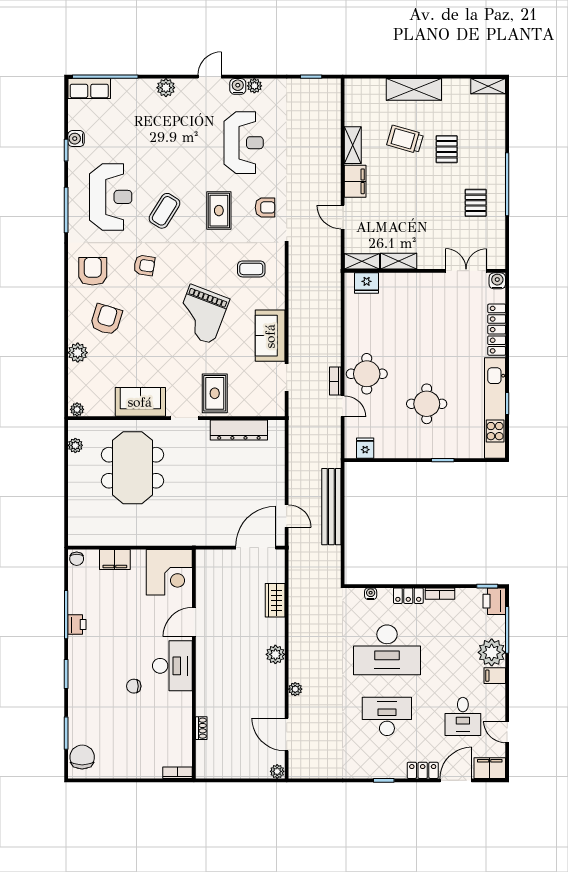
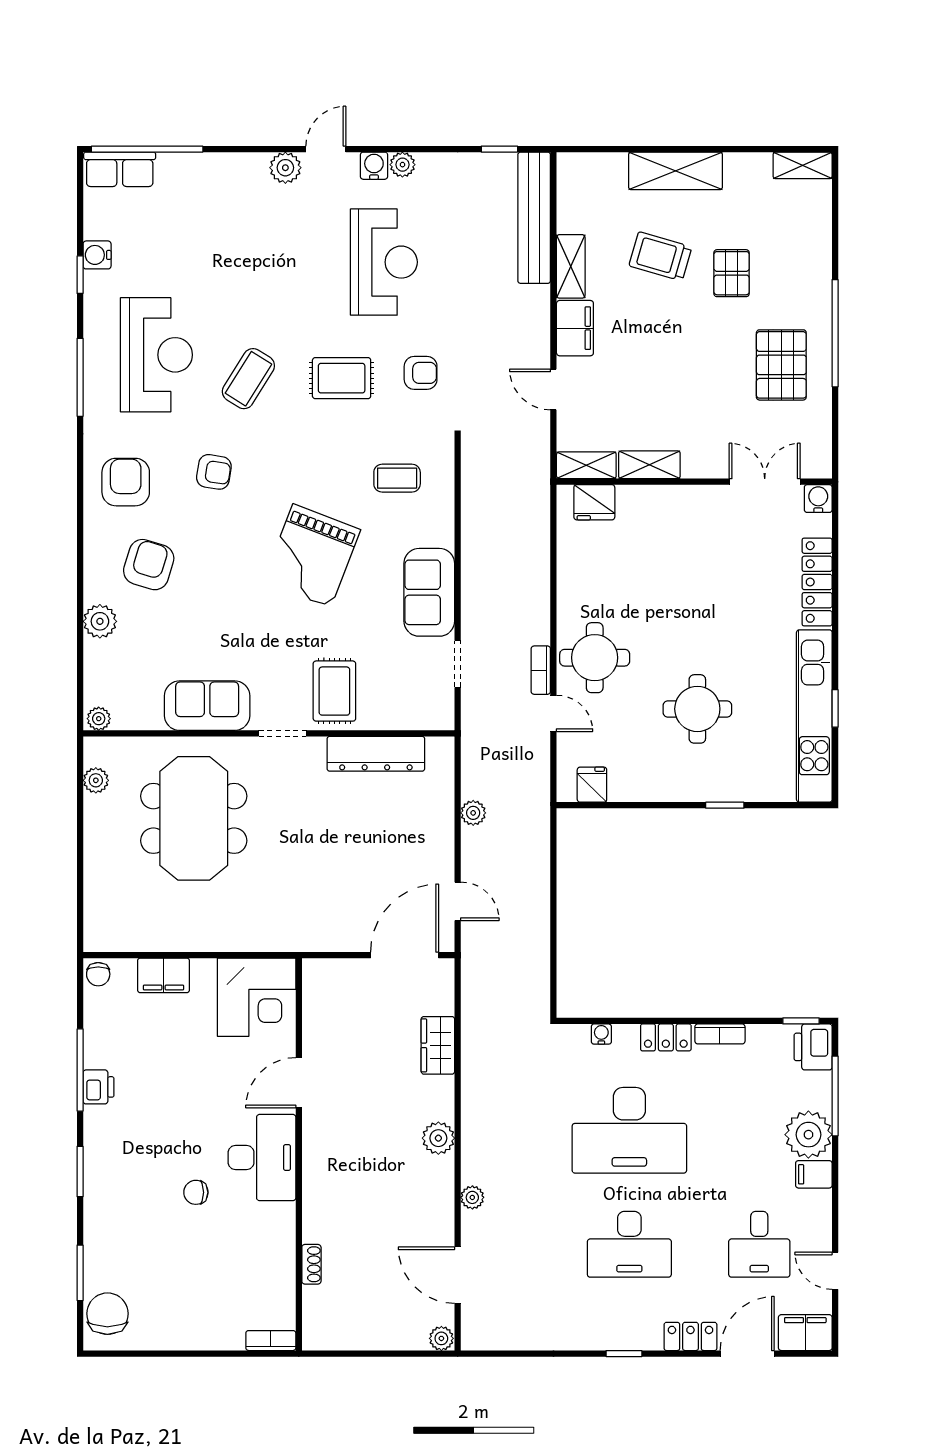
plant: (166, 88) -> (285, 168), moved
pallet: (476, 203) -> (781, 365), width x1.50, depth x1.42
rug: (219, 211) -> (342, 378), turned 90
plant: (296, 464) -> (473, 813), added
bench: (331, 507) -> (534, 218), moved
desk: (387, 716) -> (629, 1244), turned 180

